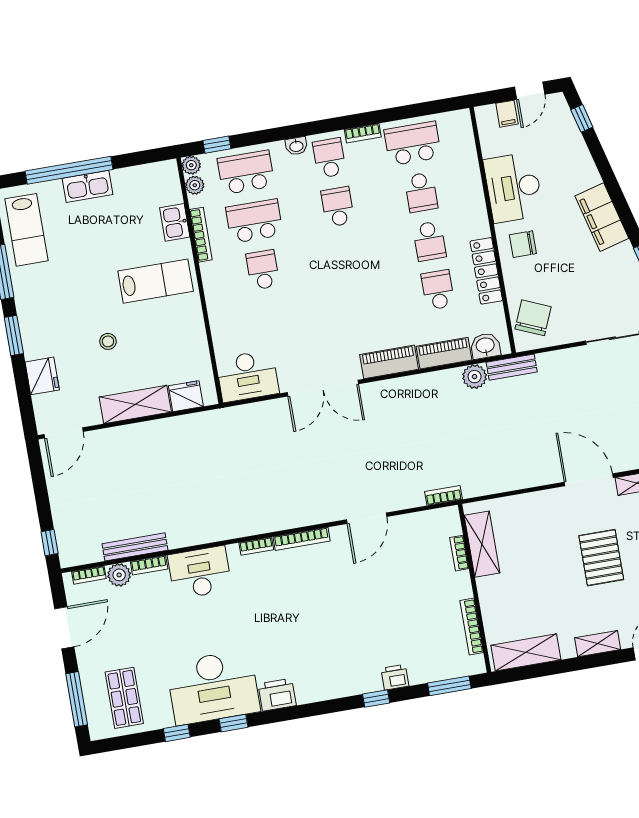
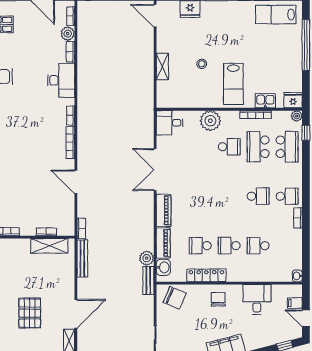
school desk: (413, 144) -> (287, 246), removed
washbasin: (296, 146) -> (297, 276), moved
plant: (195, 185) -> (210, 121), moved, width x1.87, depth x1.87
kitchen sink: (87, 186) -> (295, 54), removed
desk: (513, 187) -> (257, 299), width x0.73
school desk: (254, 221) -> (258, 147), turned 180
school desk: (438, 290) -> (200, 246), turned 180
stool: (108, 341) -> (202, 64), moved
desk: (247, 376) -> (170, 123), width x0.73
fridge: (186, 396) -> (293, 100), moved, turned -90
shelving: (135, 404) -> (162, 67), width x0.67, depth x0.75
bench: (135, 547) -> (82, 259), moved
pallet: (601, 558) -> (30, 313), turned 90

